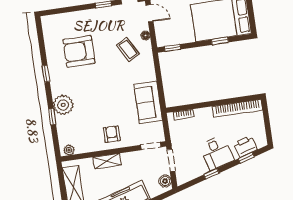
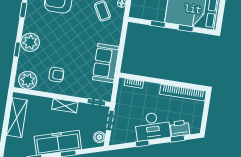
window: (172, 48) -> (158, 24), moved
armchair: (112, 134) -> (56, 75), moved, turned 90
plant: (69, 150) -> (28, 80), width x1.88, depth x1.88
desk: (217, 153) -> (153, 126), width x1.37
shelving: (107, 161) -> (65, 106), moved

